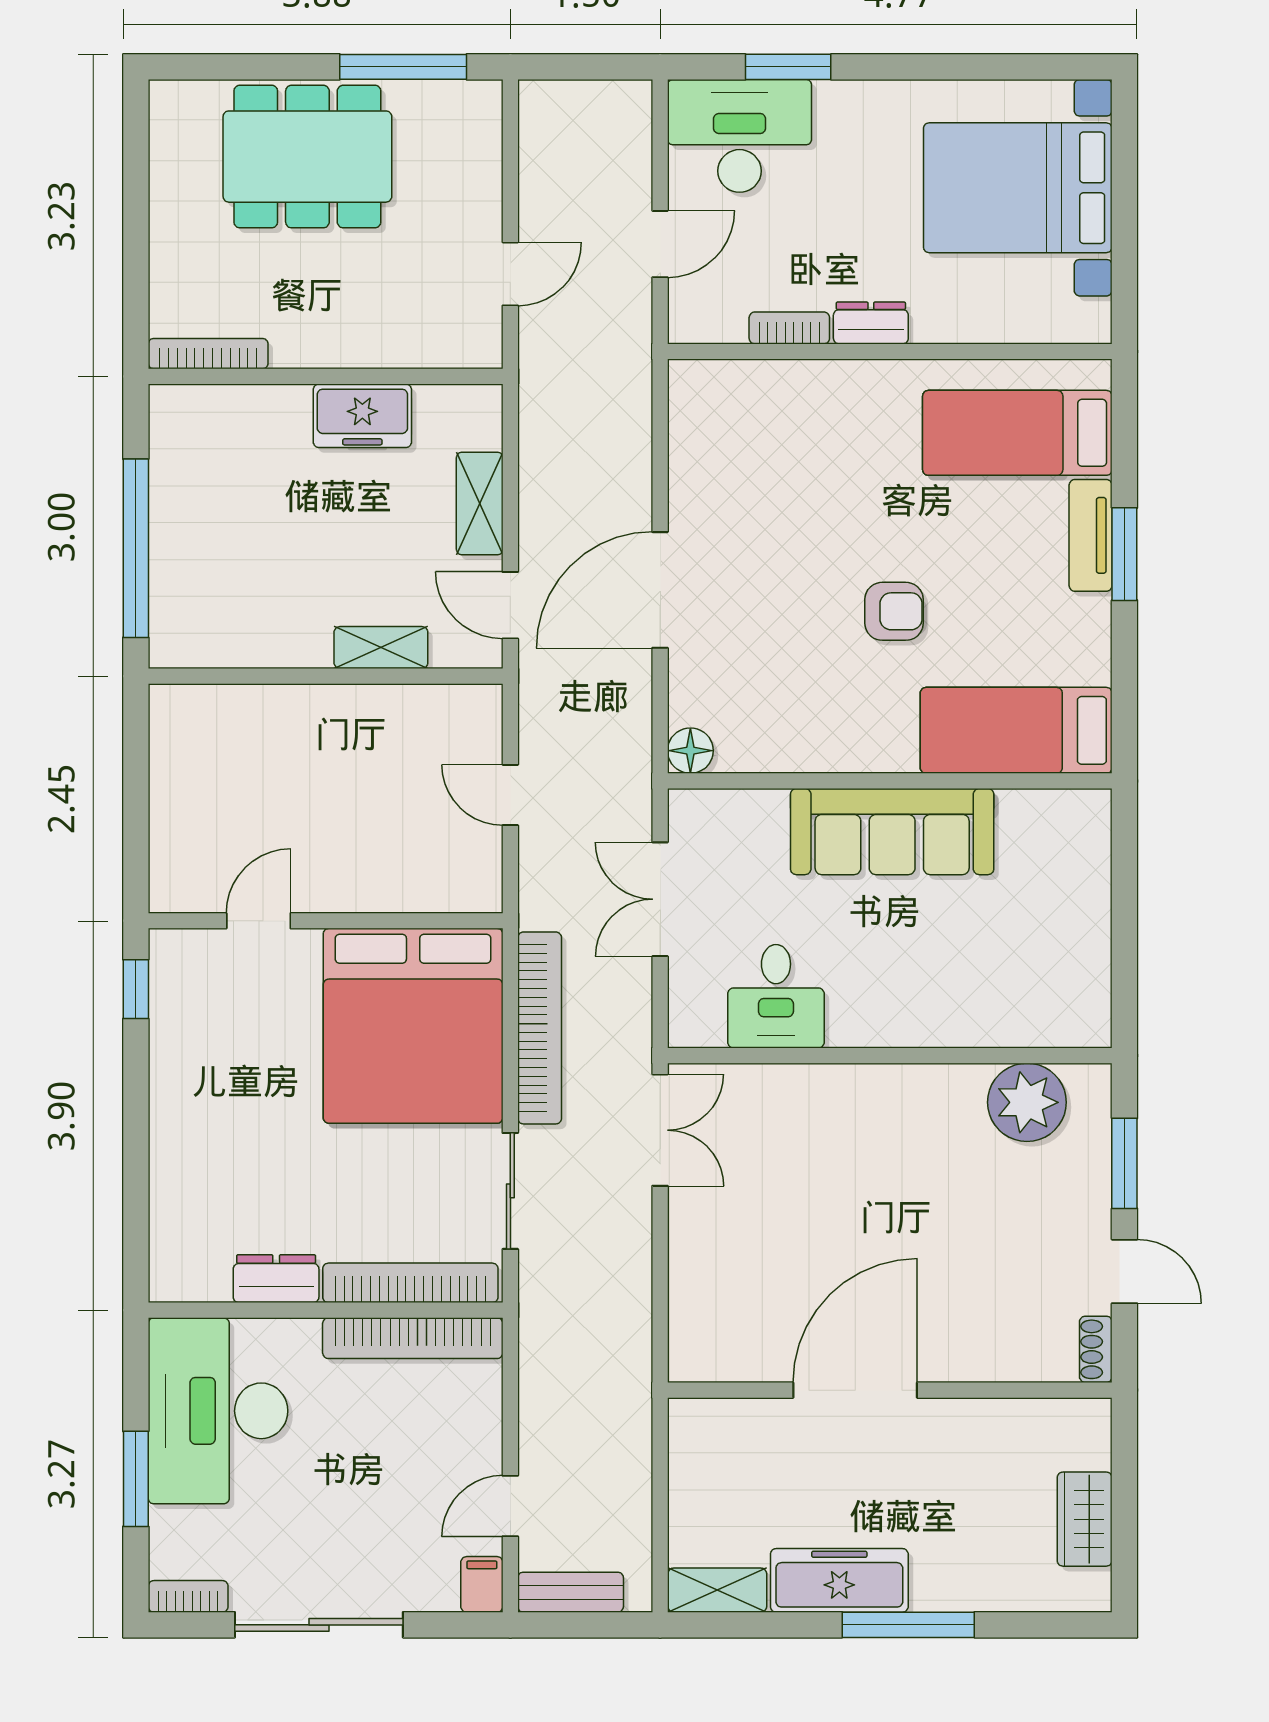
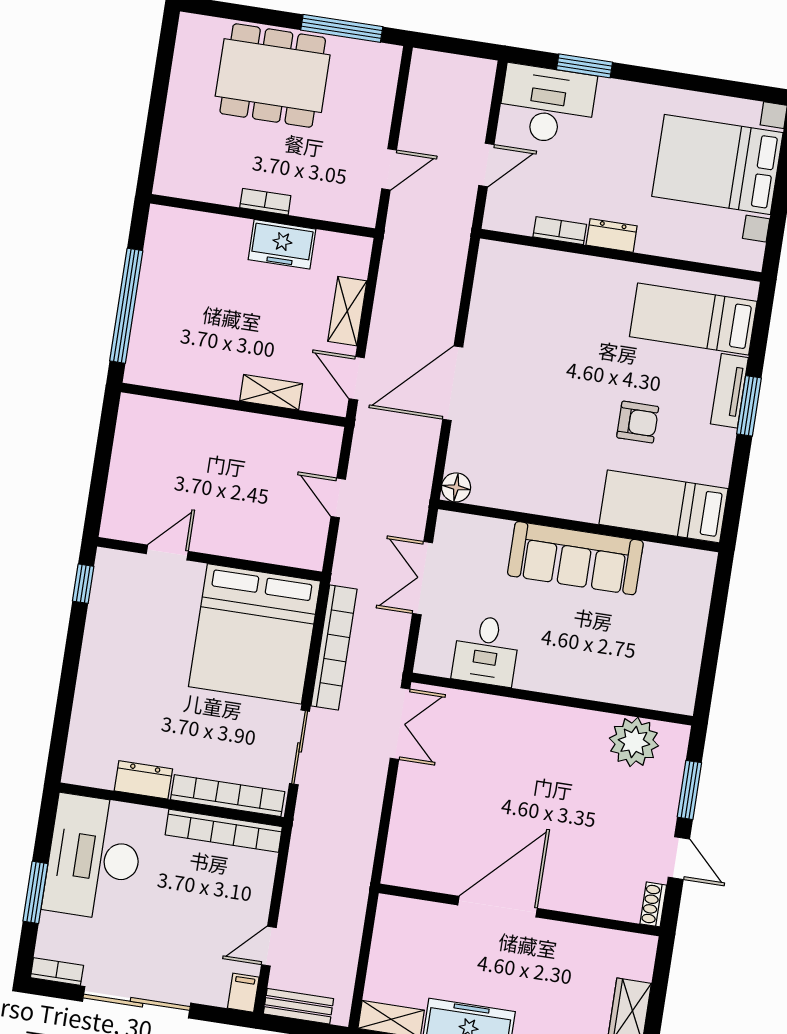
bookcase: (208, 354) -> (265, 202), moved, width x0.64
armchair: (894, 611) -> (638, 422), moved

